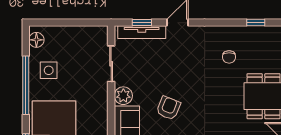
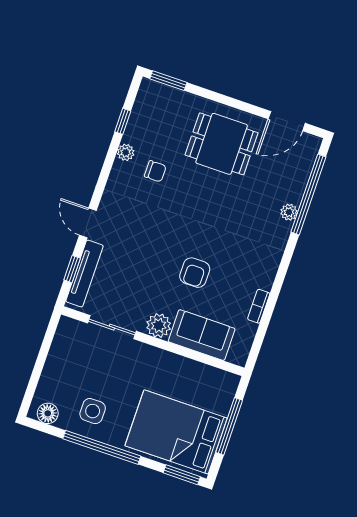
plant: (235, 32) -> (126, 152), added
armchair: (168, 108) -> (195, 273), turned -112

